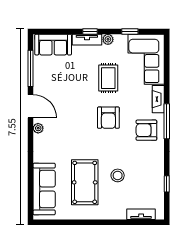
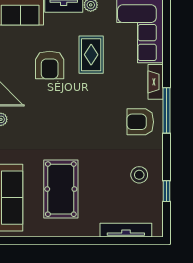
armchair: (108, 118) -> (50, 65), moved
stool: (118, 175) -> (139, 175), moved
tv unit: (141, 214) -> (126, 230), width x1.41

